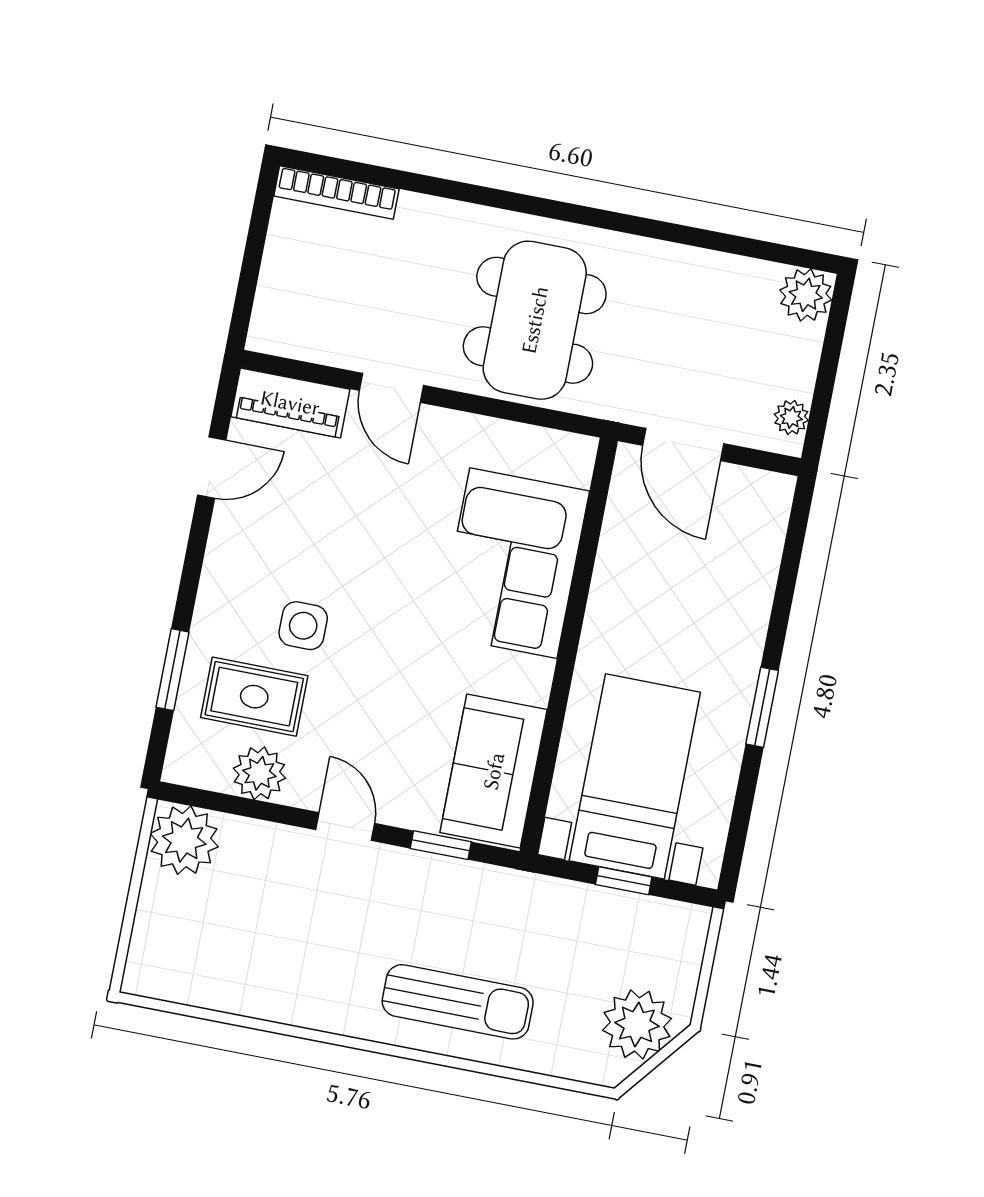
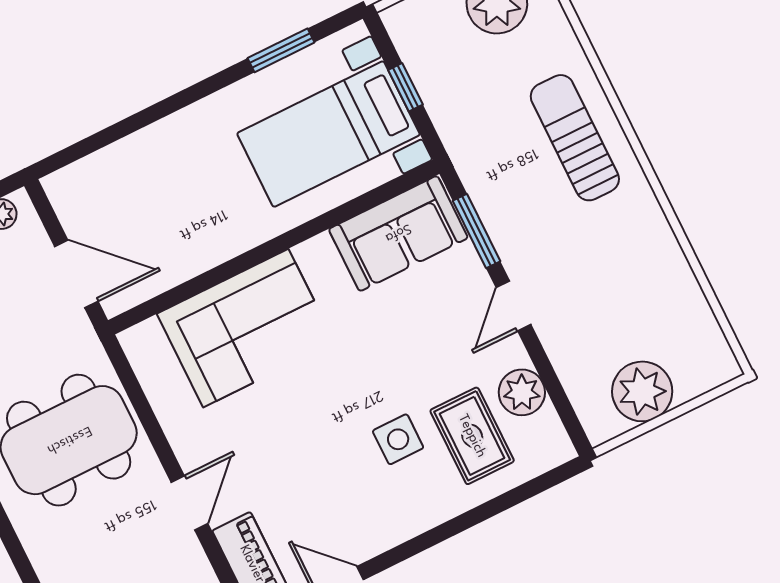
door: (683, 445) -> (76, 274), hinge flipped
window: (172, 670) -> (496, 506), removed
window: (762, 707) -> (281, 50), moved
plant: (184, 840) -> (642, 391), moved
window: (441, 845) -> (476, 231), width x1.50

